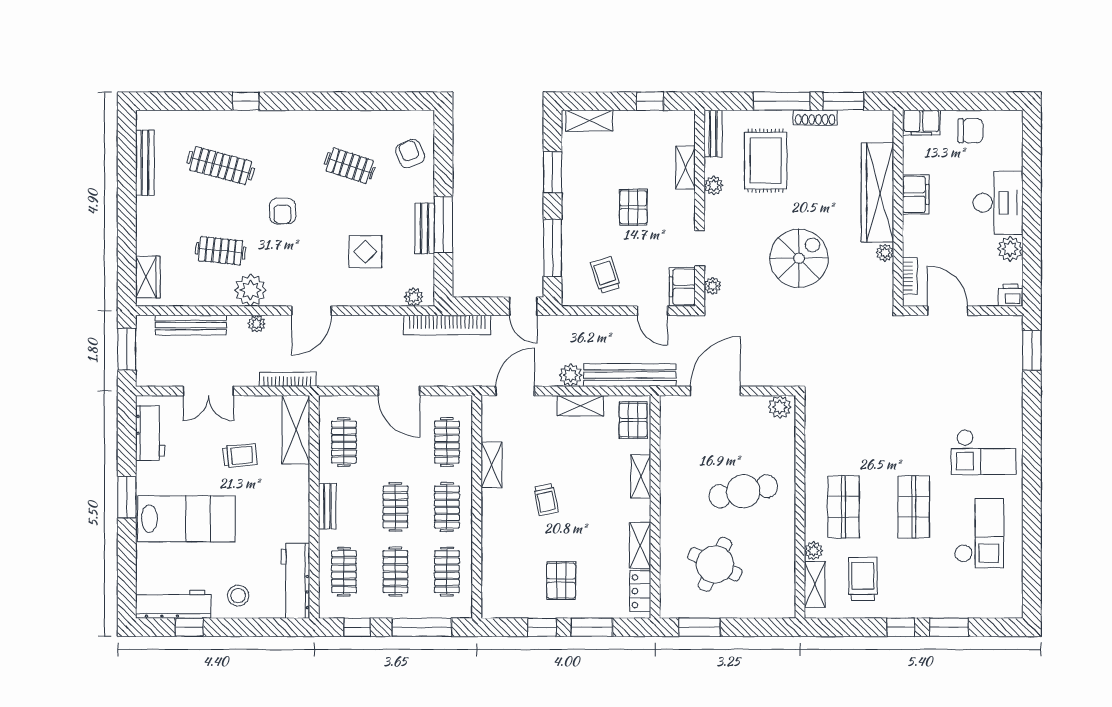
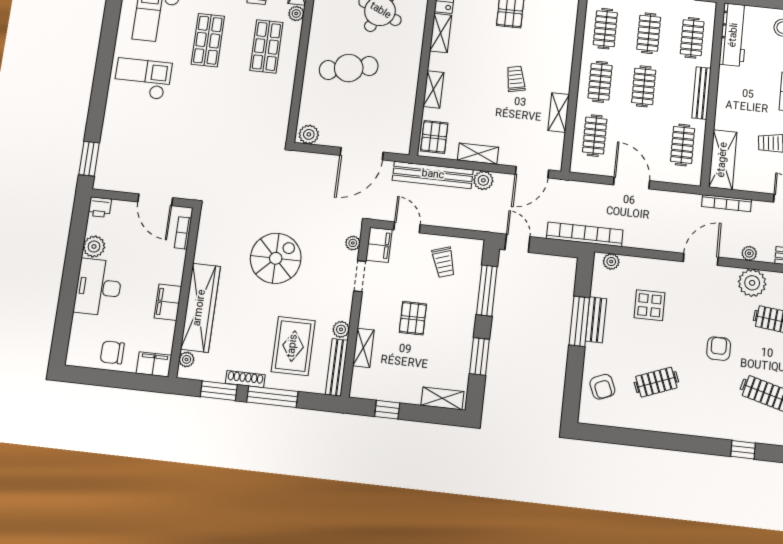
bench: (713, 134) -> (337, 367), width x1.36
clothes rail: (350, 166) -> (656, 382), turned -39
plant: (885, 253) -> (187, 359), moved
spiral stairs: (799, 258) -> (276, 258), turned 180
bench: (327, 506) -> (702, 93), width x1.36

